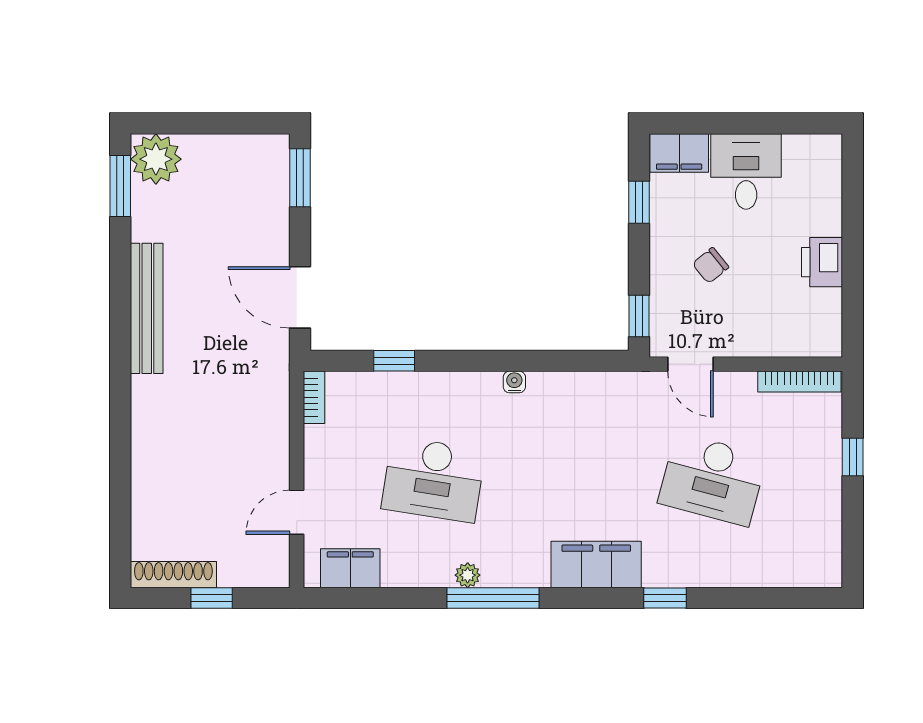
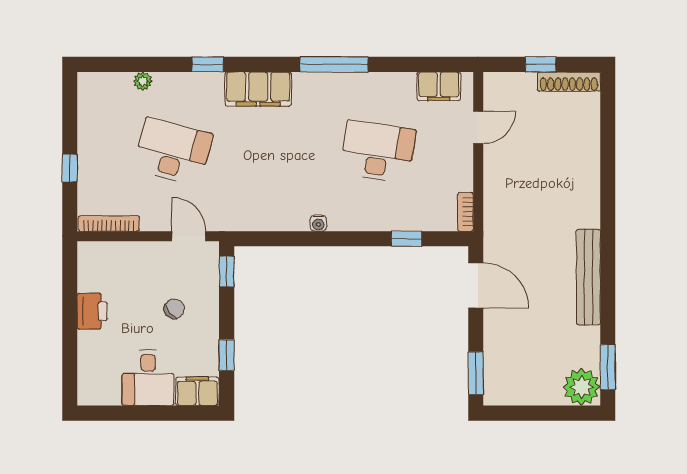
plant: (468, 575) -> (143, 81), moved

